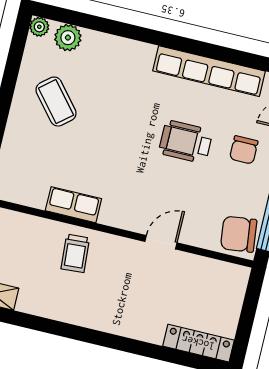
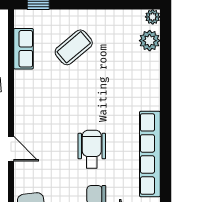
coffee table: (56, 102) -> (74, 47), moved
row of seats: (73, 205) -> (23, 49), moved

